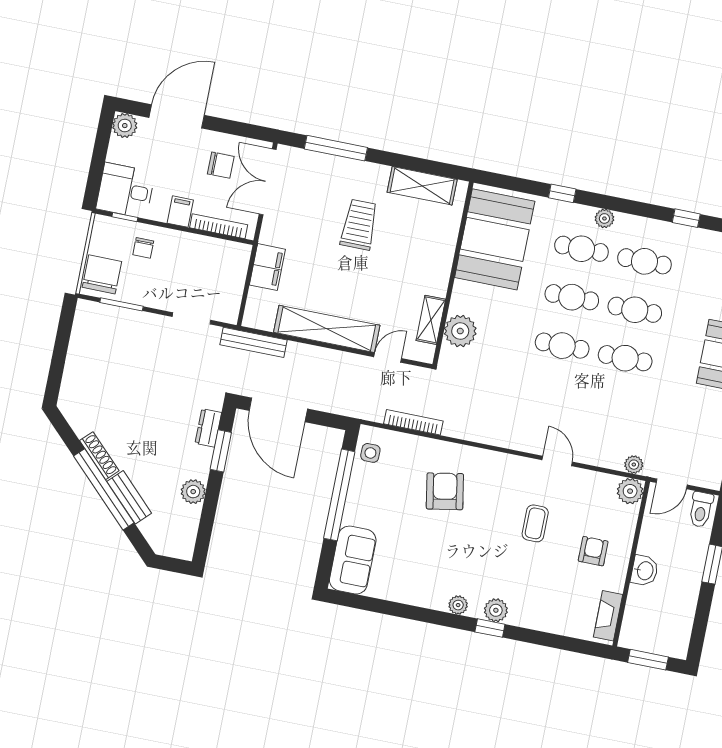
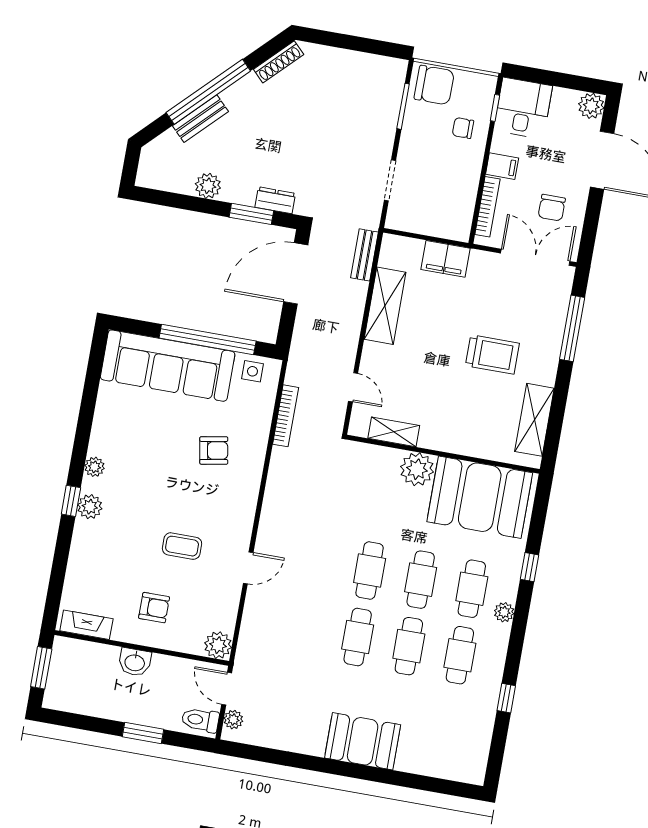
shelving: (327, 329) -> (385, 306), width x0.68
plant: (460, 331) -> (417, 469), moved
bench: (254, 342) -> (365, 255), width x0.73
shoe rack: (99, 456) -> (279, 62), moved
plant: (634, 465) -> (233, 720), moved
armchair: (445, 491) -> (214, 450), width x0.72, depth x0.72
sofa: (353, 560) -> (168, 366), width x1.85, depth x1.27

